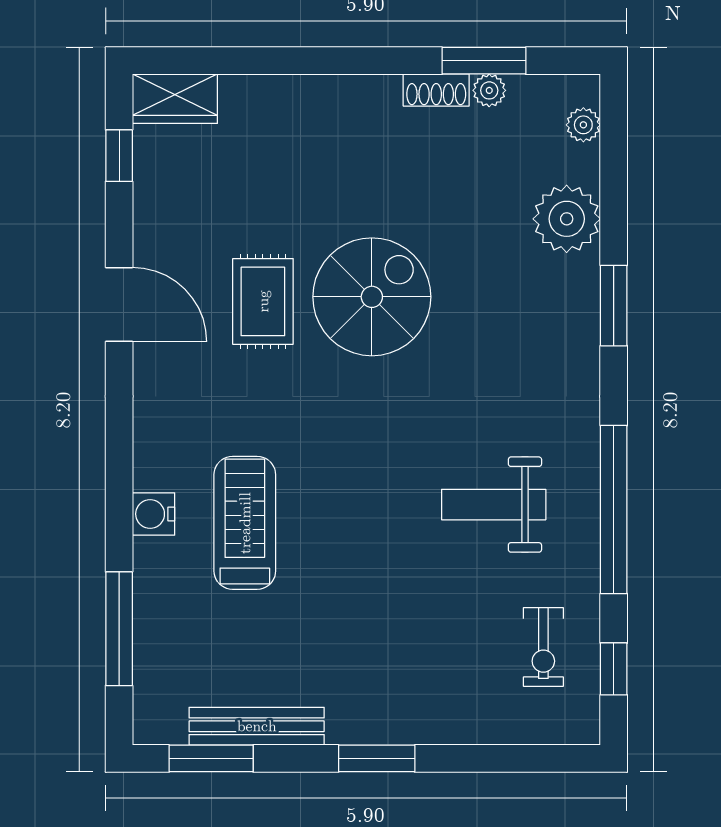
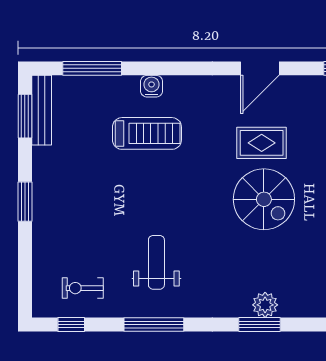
plant: (567, 219) -> (265, 305), moved, width x0.73, depth x0.73
window: (614, 510) -> (154, 324), width x0.68
bench: (257, 726) -> (42, 110), moved

